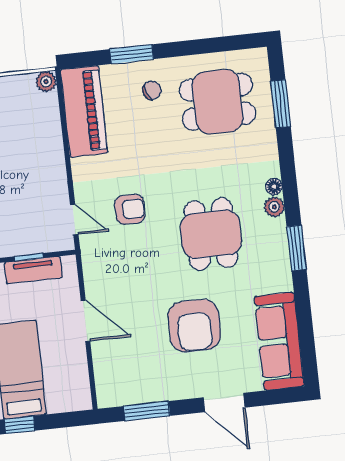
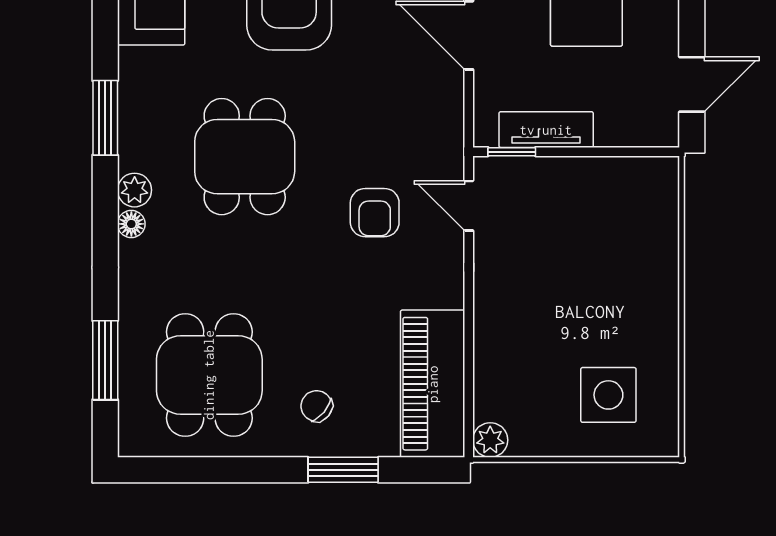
chair: (152, 90) -> (317, 406), turned 62
dining table: (218, 102) -> (209, 375), turned 90
armchair: (130, 209) -> (375, 213), turned -90
window: (29, 257) -> (512, 152), moved

